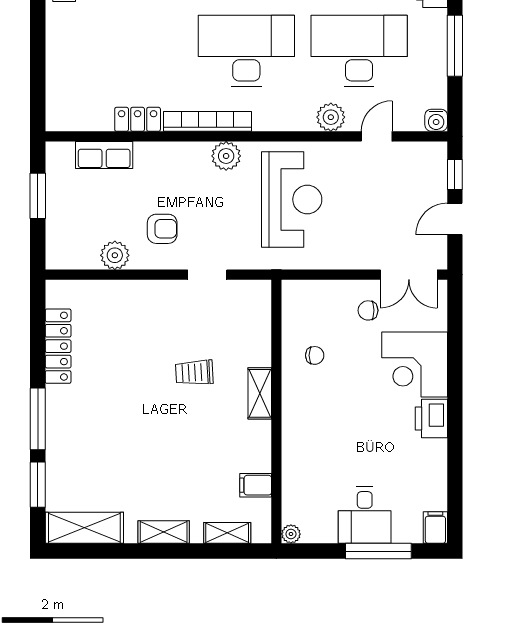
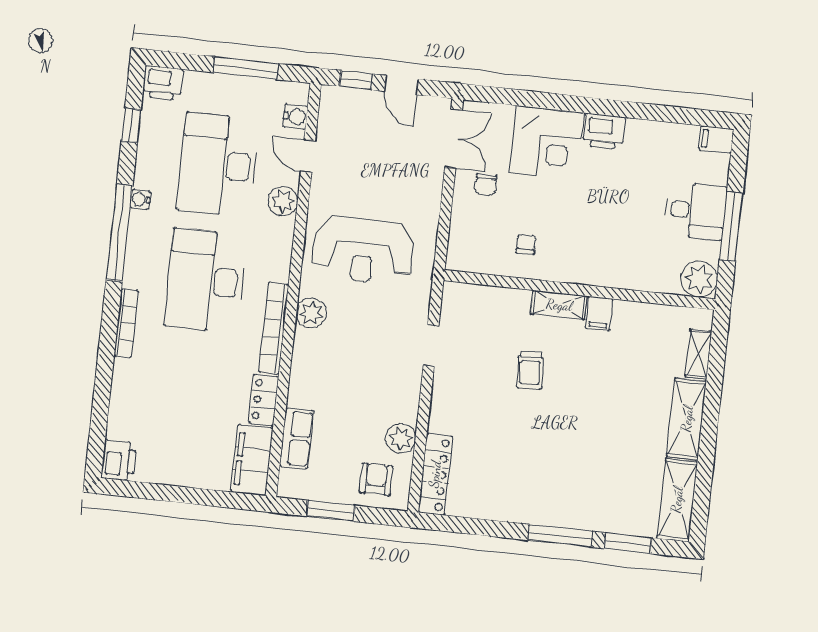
window: (455, 46) -> (246, 68), moved
filing cabinet: (79, 114) -> (252, 460), added
water cooler: (436, 120) -> (295, 116), moved
reception desk: (292, 199) -> (363, 251), turned 180
armchair: (162, 229) -> (376, 479), moved
locker: (58, 346) -> (435, 474), moved, turned 90
filing cabinet: (256, 485) -> (599, 314), moved
shelving: (164, 532) -> (687, 419), width x1.50, depth x1.33
plant: (291, 534) -> (699, 279), width x1.88, depth x1.88
window: (378, 551) -> (731, 226), moved

